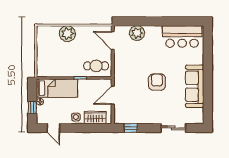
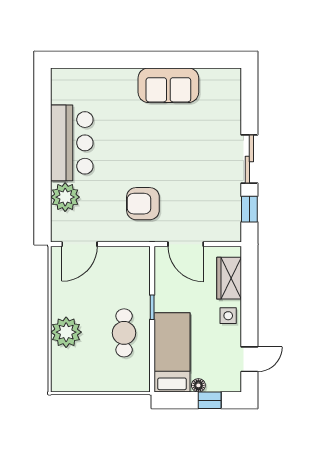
bar counter: (182, 36) -> (72, 143), moved
cafe table: (96, 66) -> (124, 333), moved
armchair: (157, 82) -> (143, 204), moved
sofa: (195, 86) -> (168, 85), width x0.73
sliding door: (173, 128) -> (249, 159), moved

